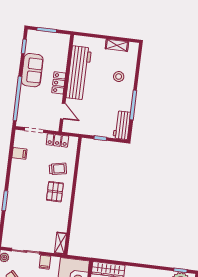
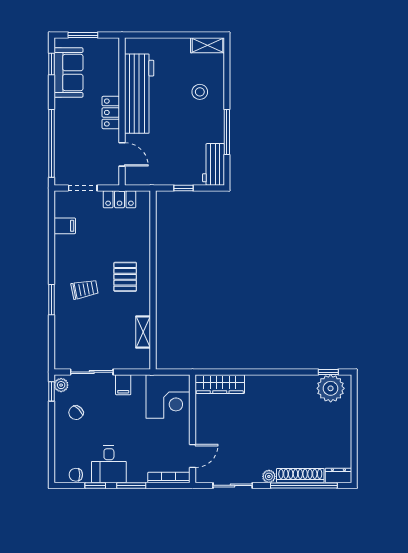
shelving: (117, 45) -> (208, 45), moved
sofa: (32, 70) -> (69, 73), moved
trolley: (58, 169) -> (85, 289), moved
shelving: (61, 243) -> (143, 332), moved

